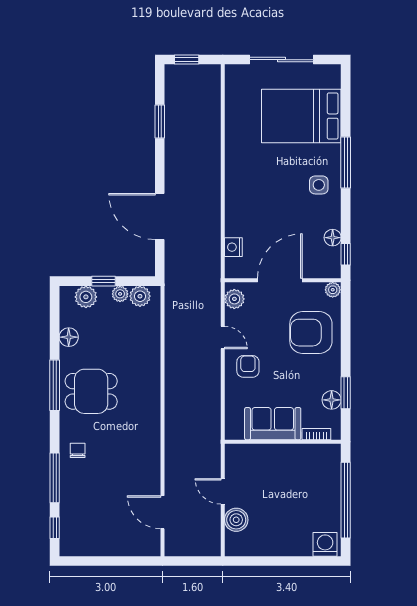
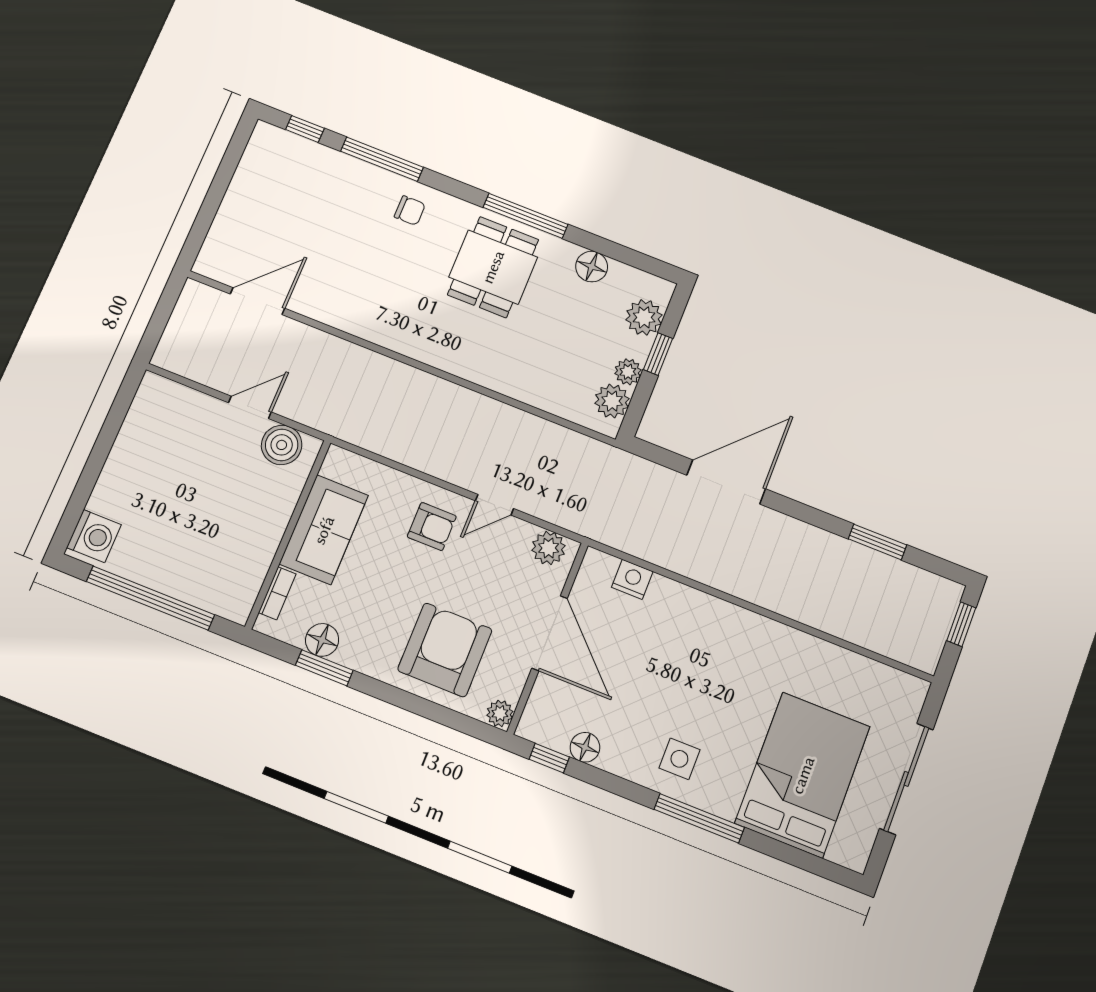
boiler: (236, 520) -> (282, 445), moved

